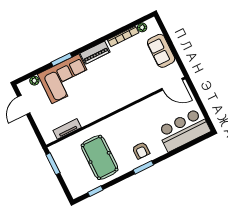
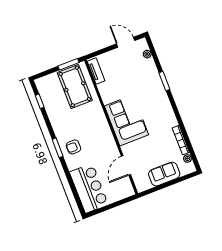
piano: (95, 53) -> (168, 113), removed
corner sofa: (65, 79) -> (127, 120), moved, turned 180
door: (172, 84) -> (126, 165), moved
tv unit: (67, 129) -> (96, 71), moved
pool table: (100, 157) -> (75, 86), moved, turned 90

